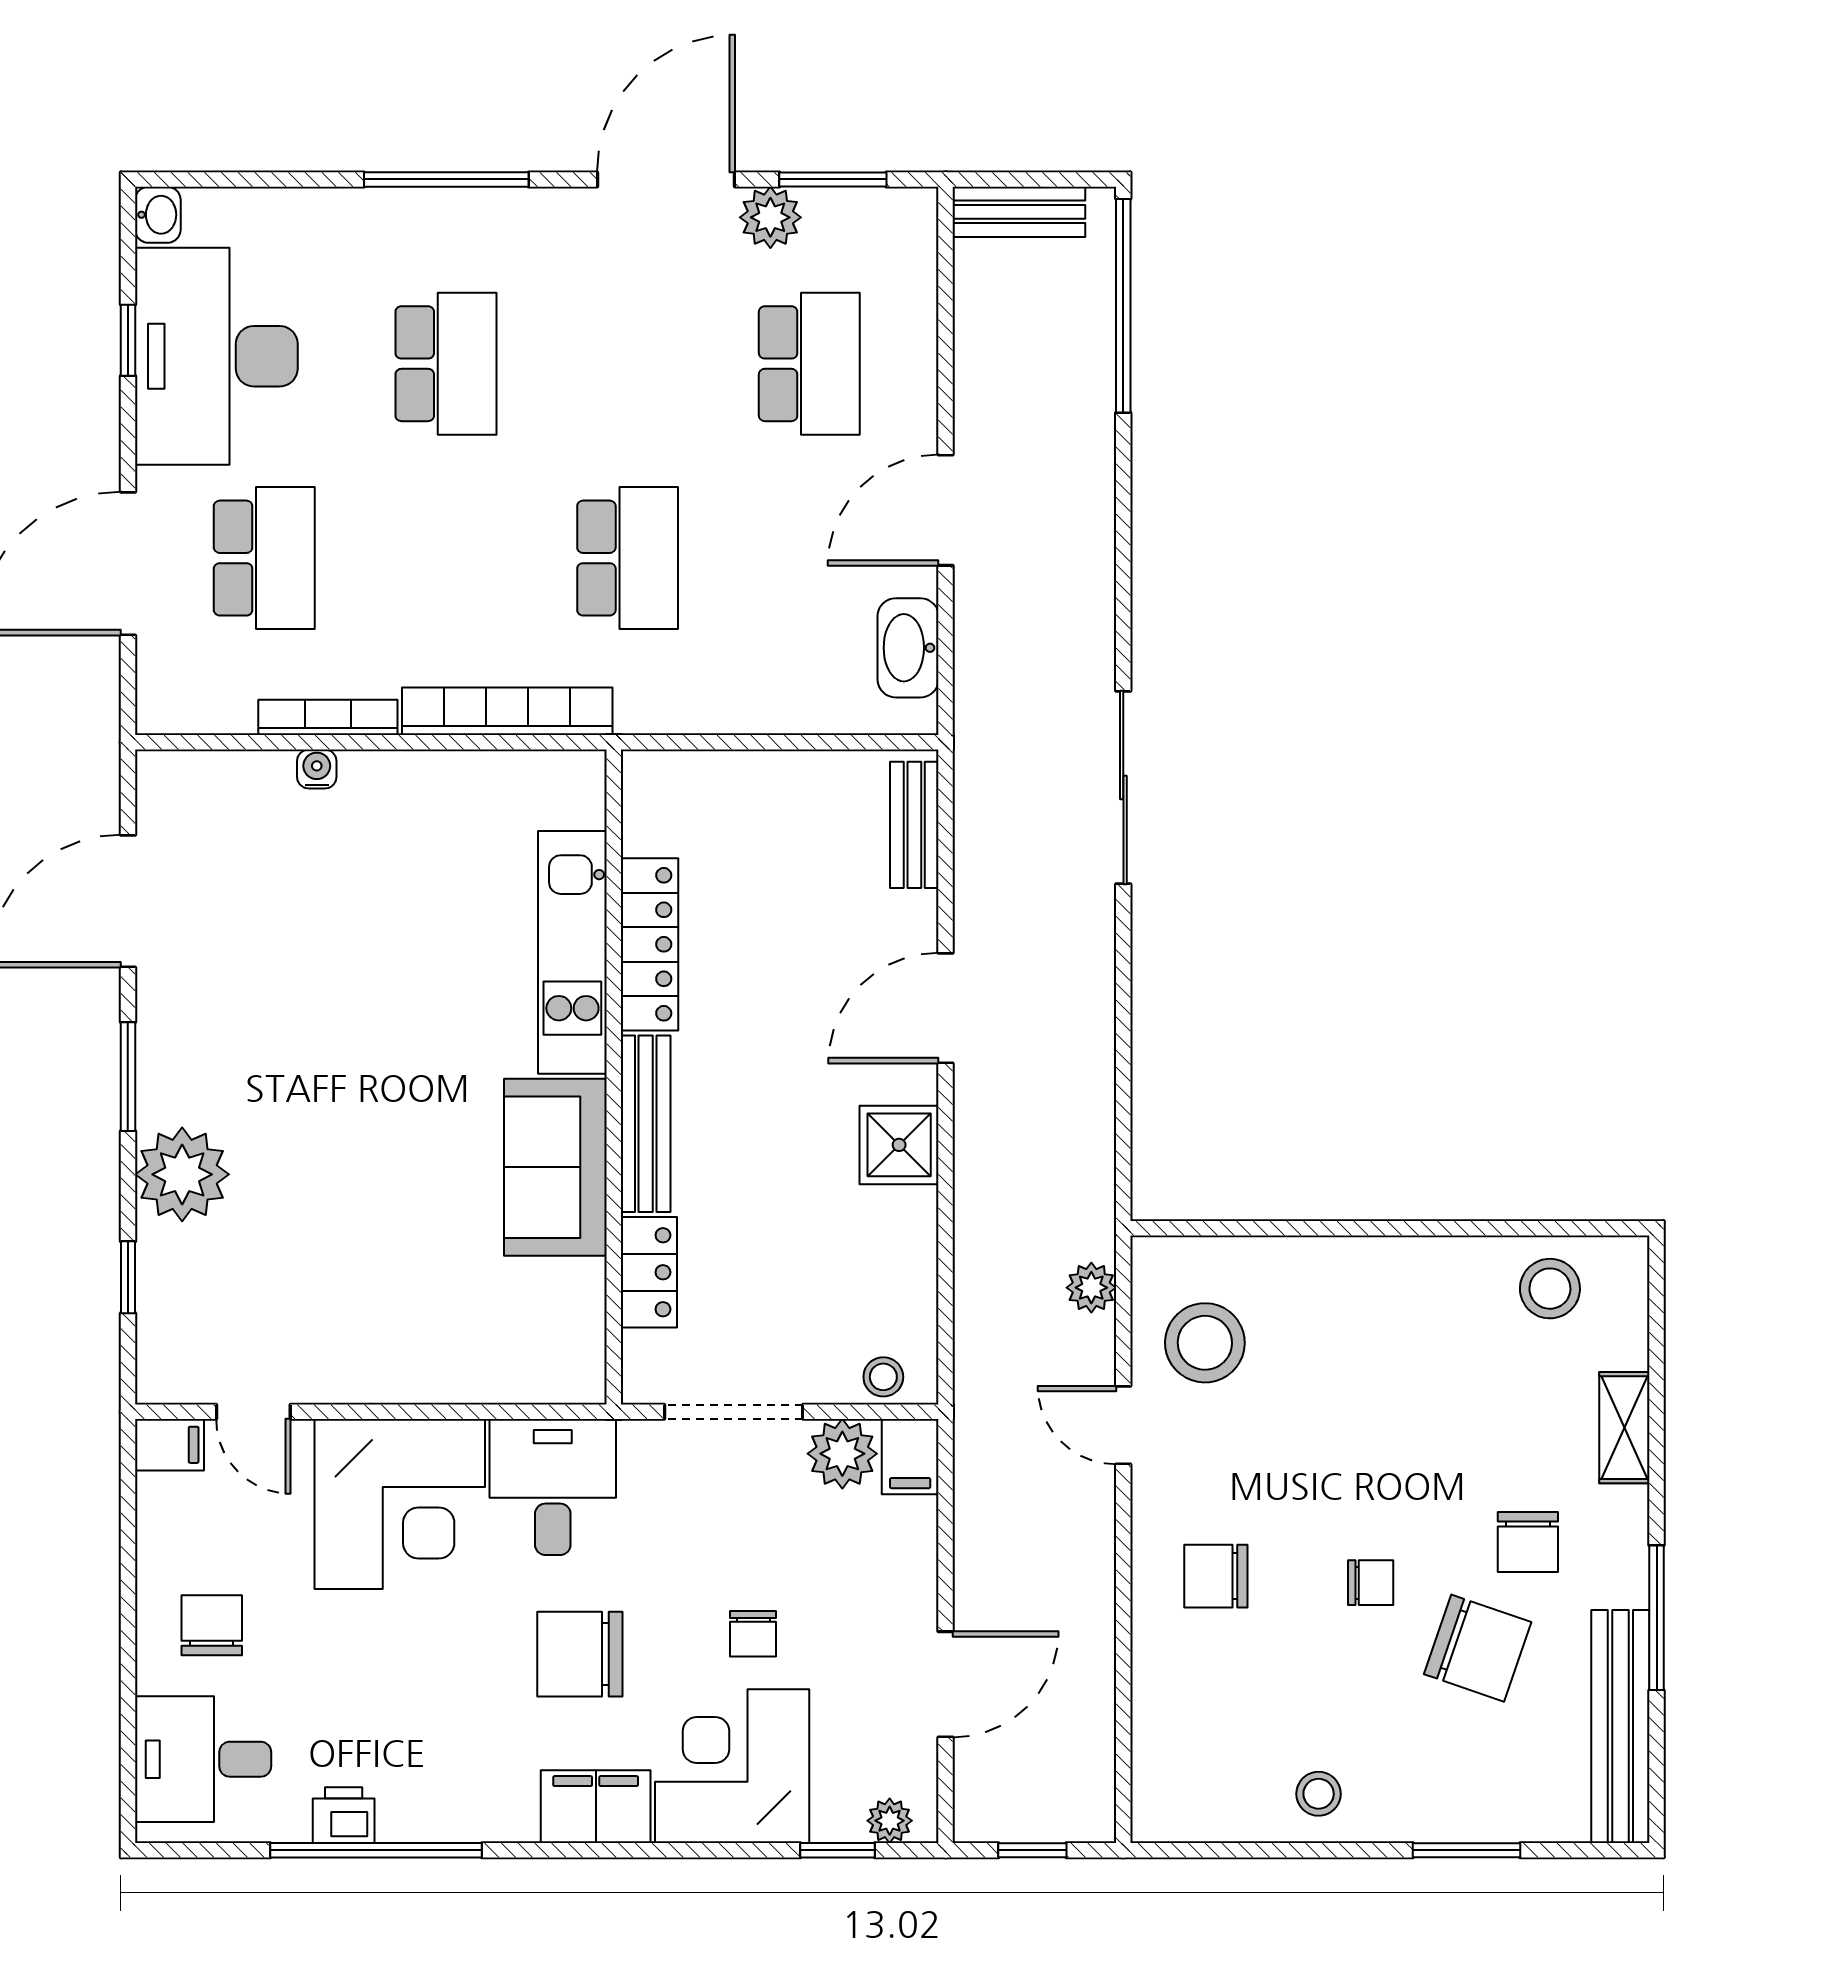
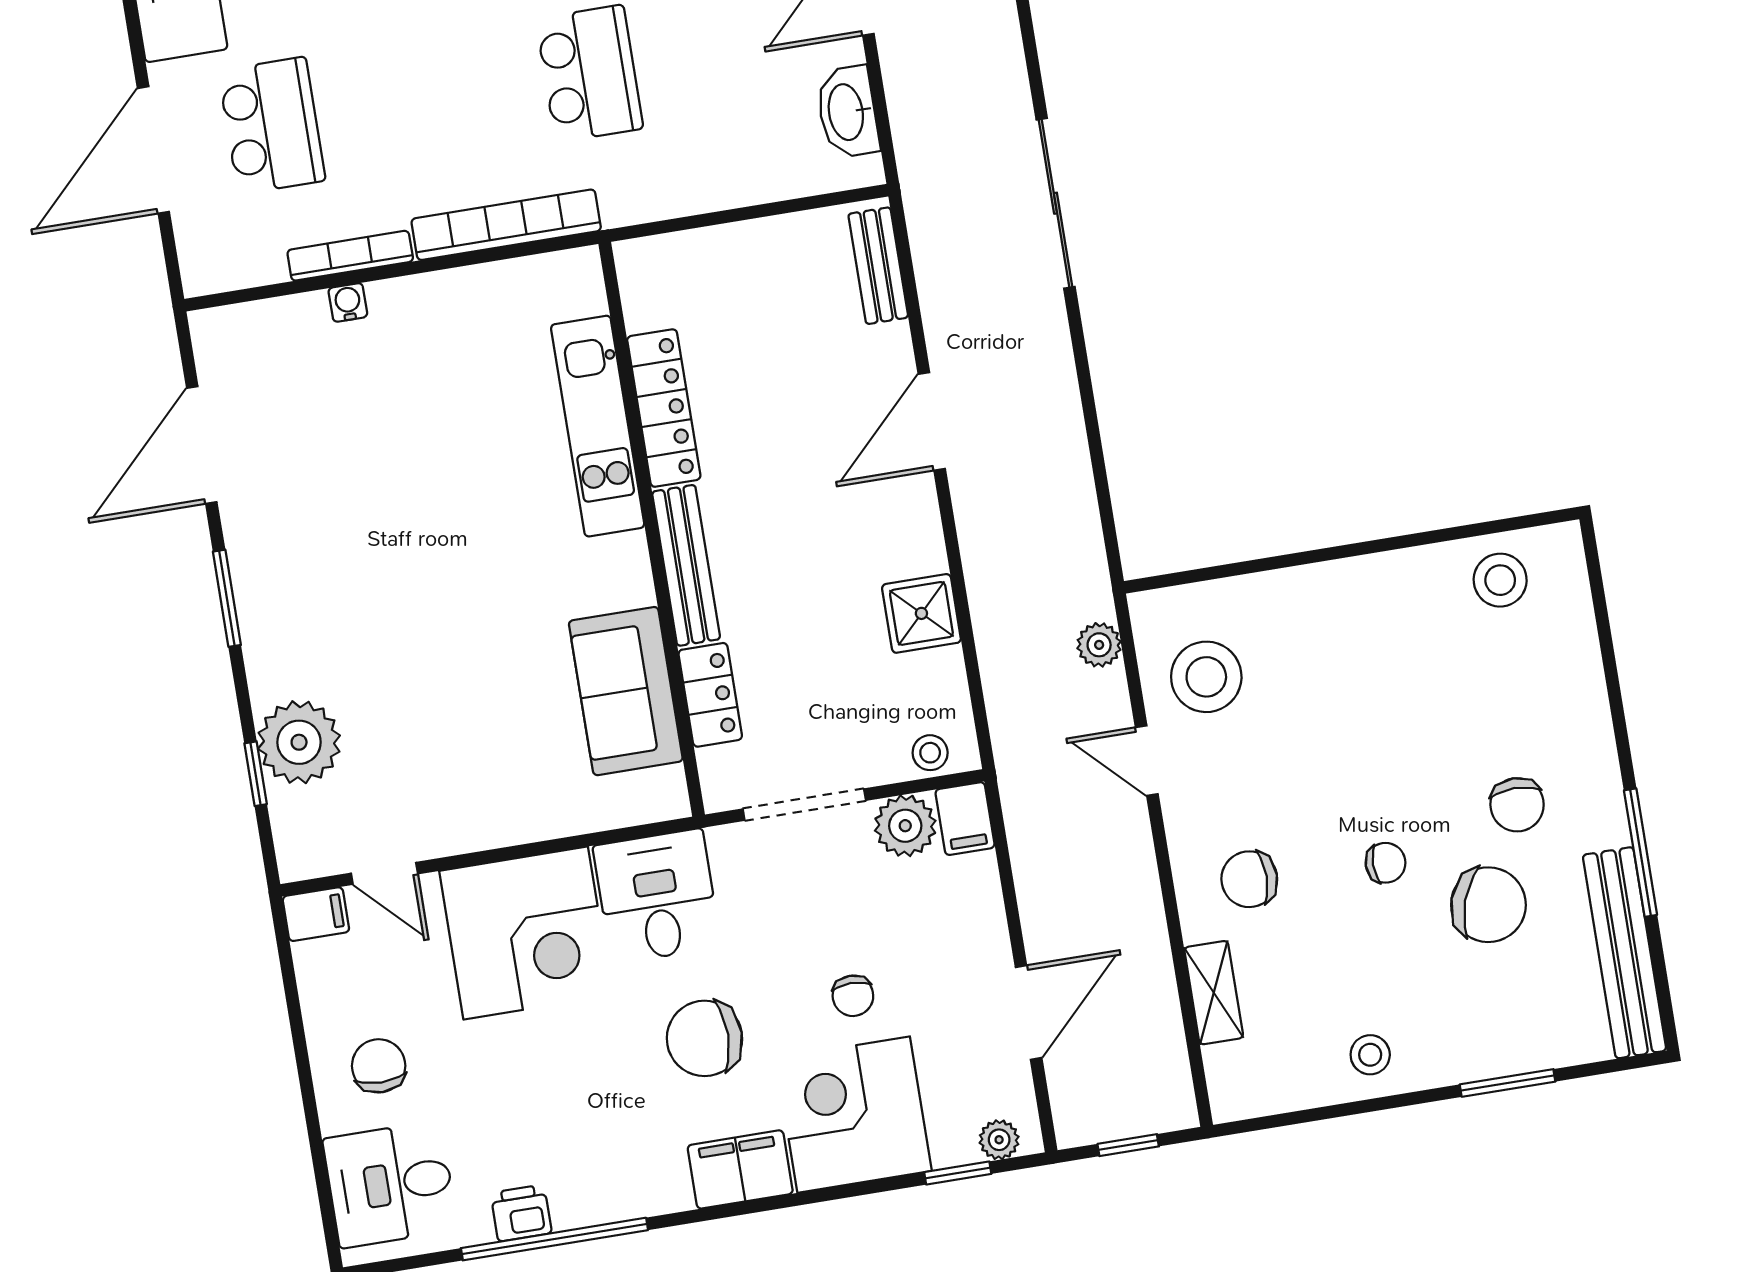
shower: (899, 1145) -> (921, 613), moved
sofa: (555, 1167) -> (626, 691), moved
plant: (182, 1174) -> (299, 742), moved
shelving: (1624, 1428) -> (1214, 993), moved

